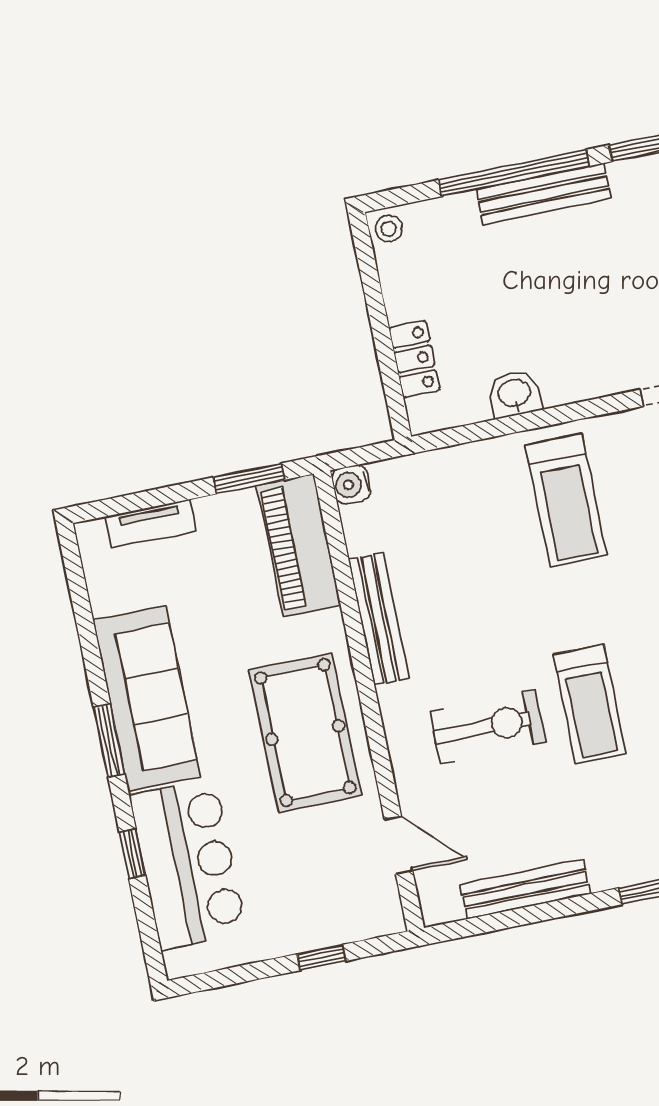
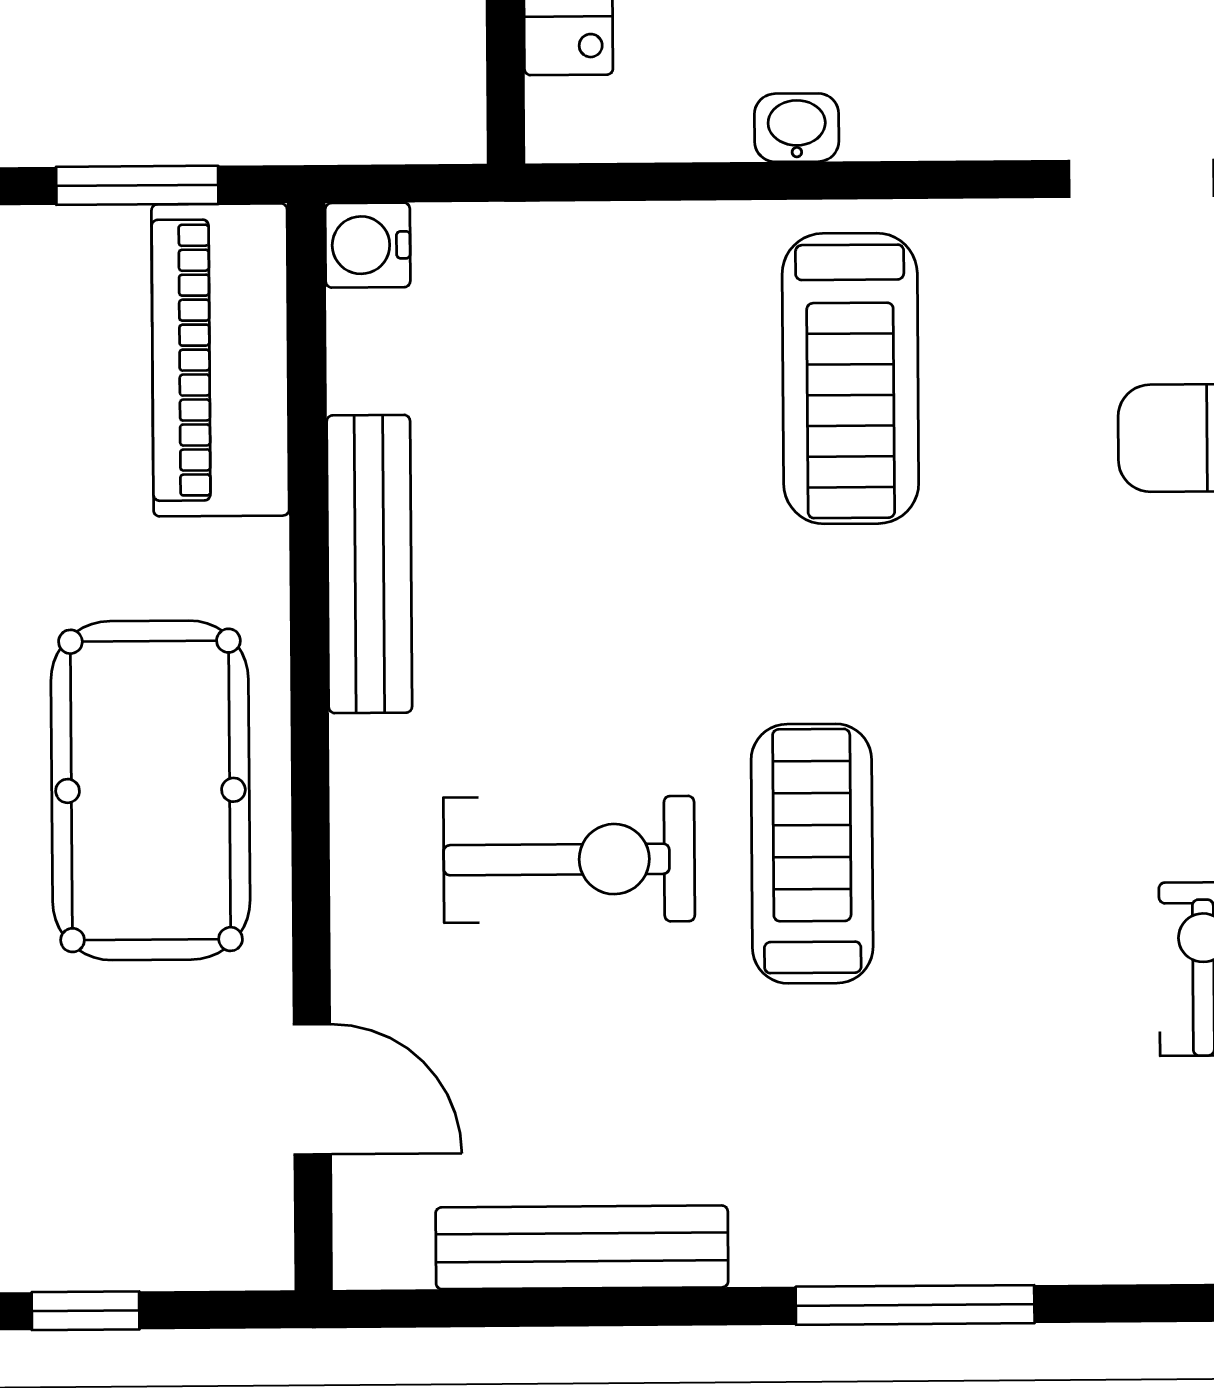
washbasin: (514, 394) -> (797, 128), width x0.72, depth x0.69
treadmill: (590, 704) -> (812, 854), turned 180

